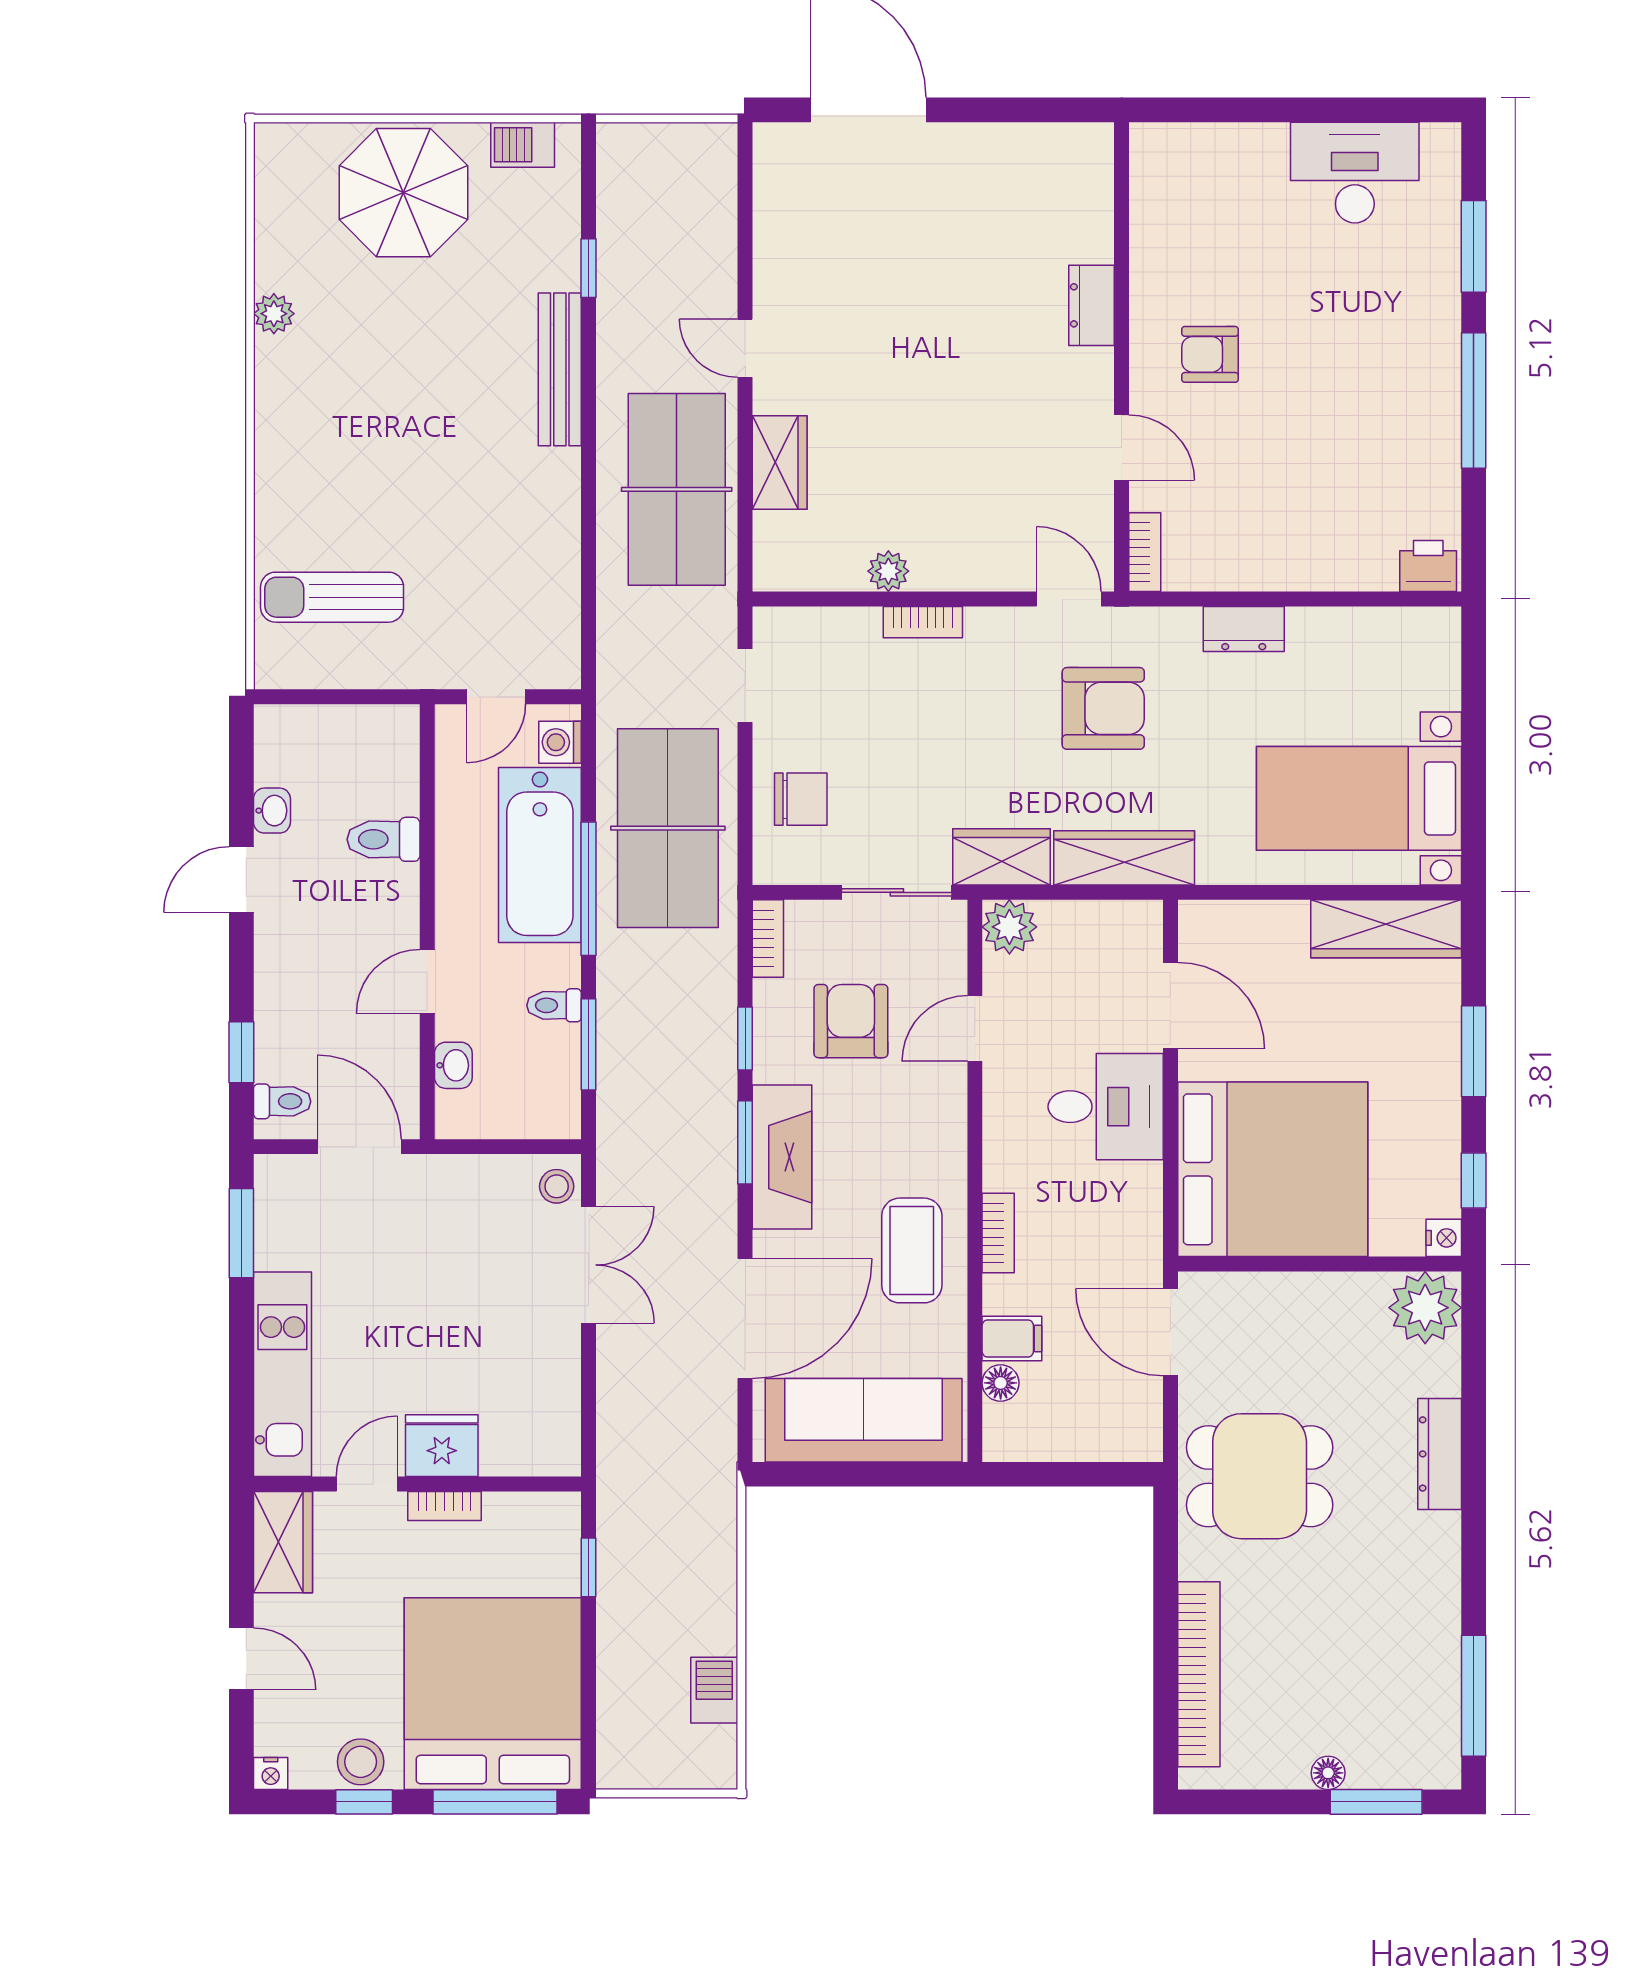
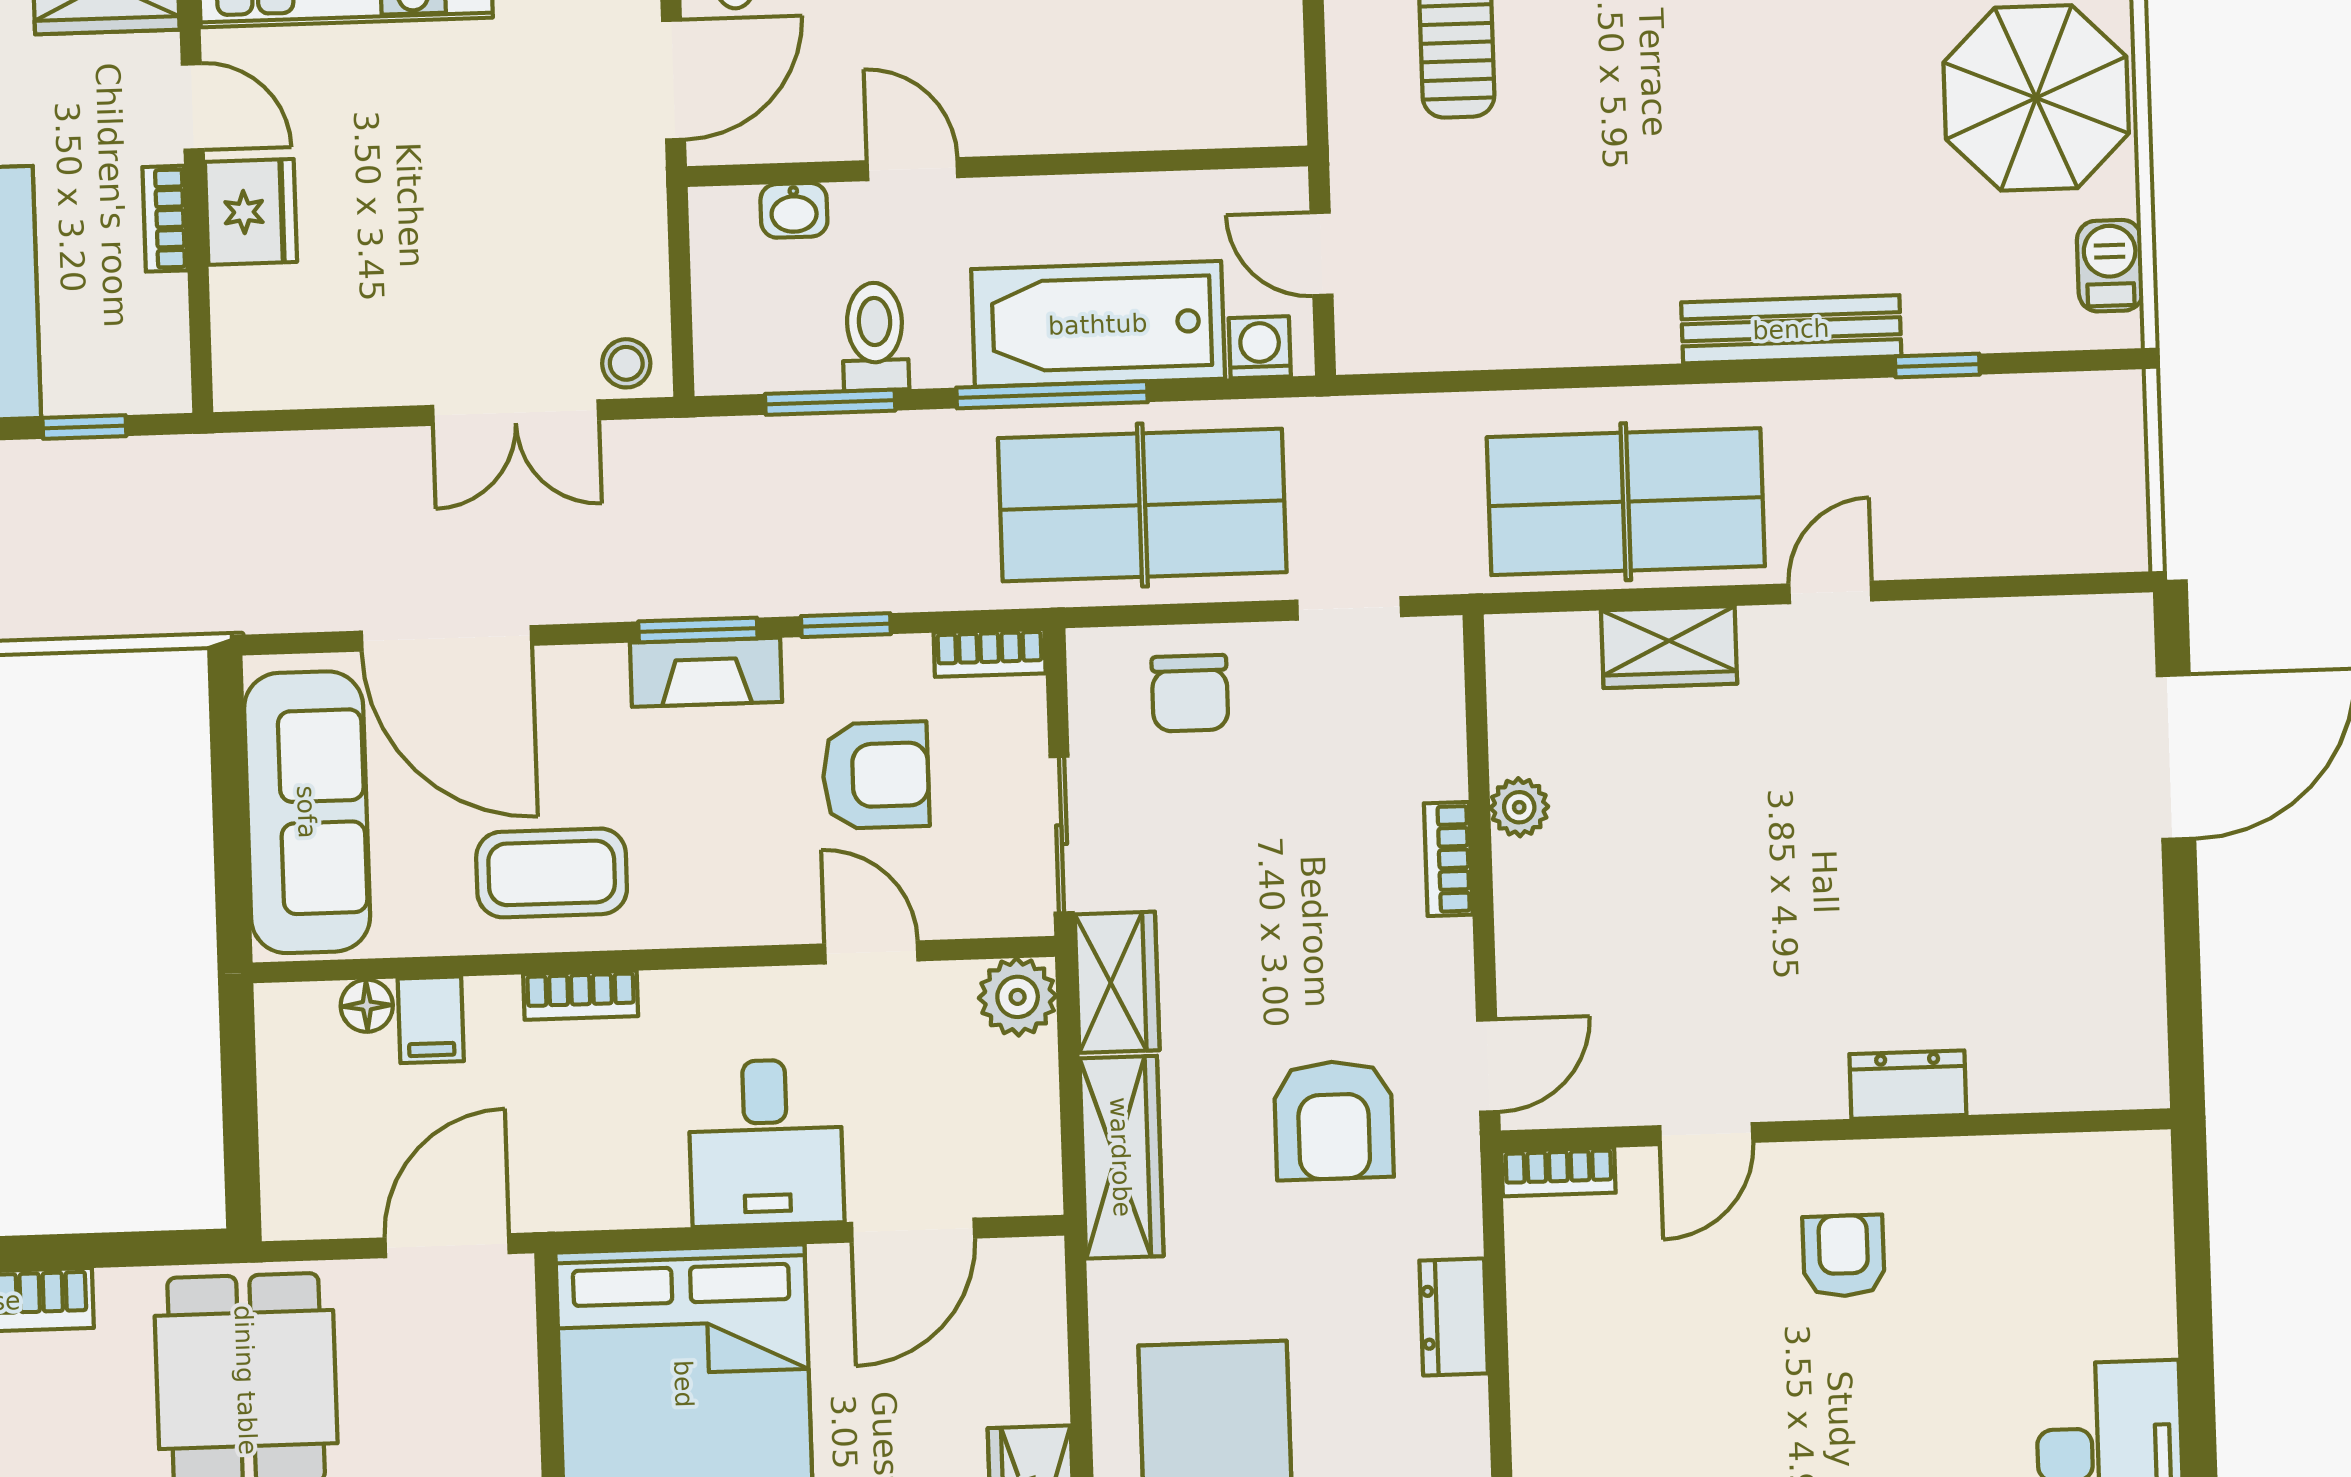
toilet: (383, 839) -> (1113, 100), removed
toilet: (554, 1005) -> (875, 337), width x1.37, depth x1.39
fireplace: (782, 1157) -> (706, 672), width x0.73, depth x0.76

